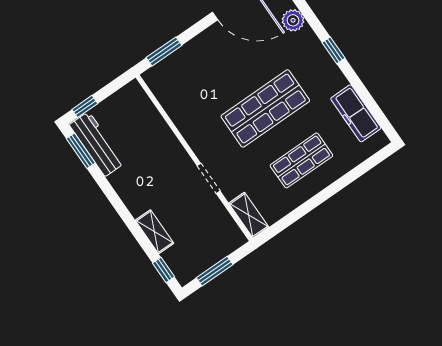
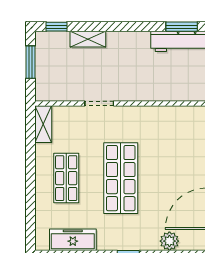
shelving: (249, 215) -> (43, 124), moved, turned 90

